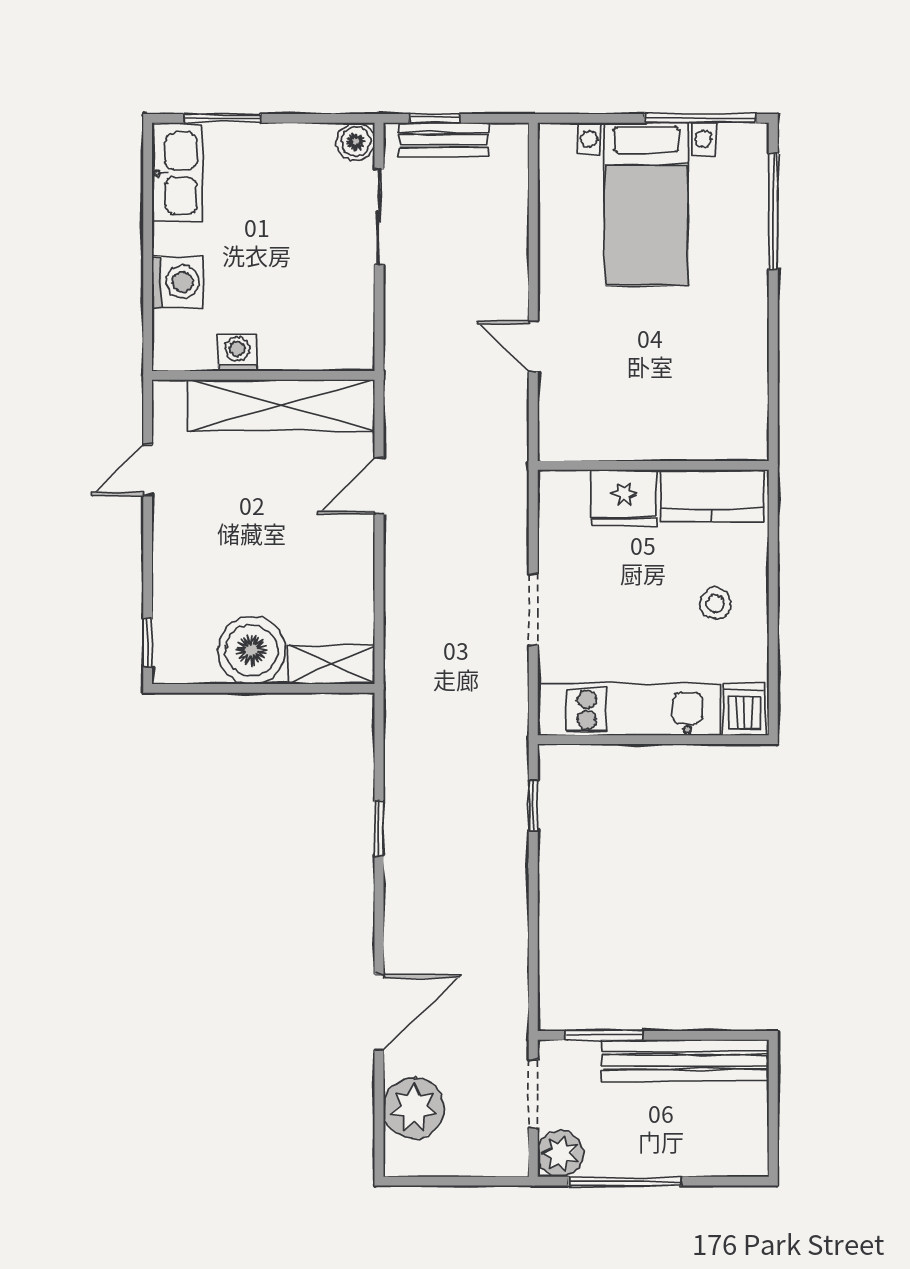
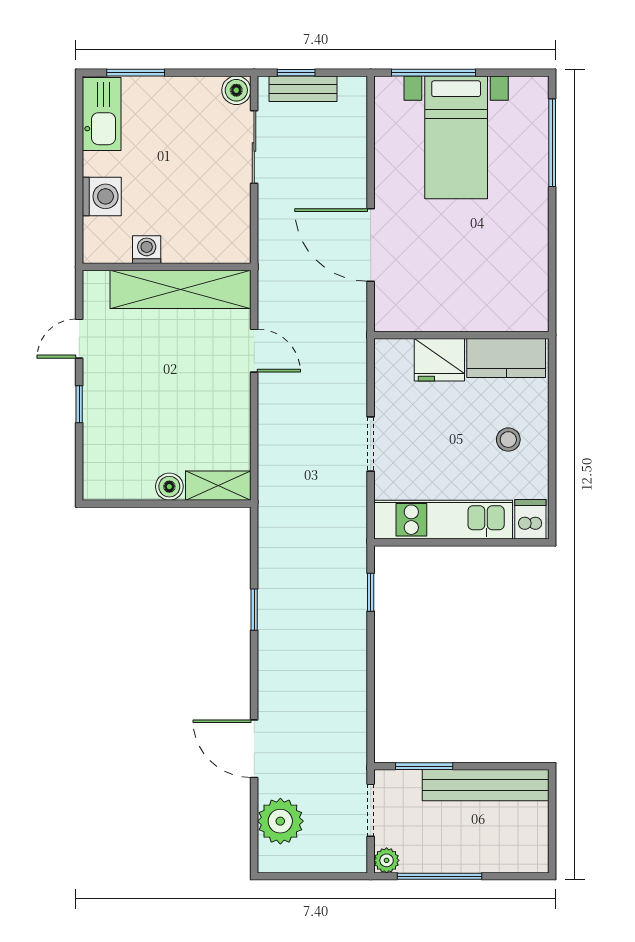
window: (700, 118) -> (434, 73), moved
door: (533, 346) -> (371, 245), width x1.87
door: (379, 486) -> (254, 351), swing flipped
window: (148, 643) -> (79, 404), moved
boiler: (251, 650) -> (169, 487), width x0.54, depth x0.54
door: (379, 1012) -> (254, 749), swing flipped
plant: (561, 1154) -> (387, 860), width x0.73, depth x0.73

